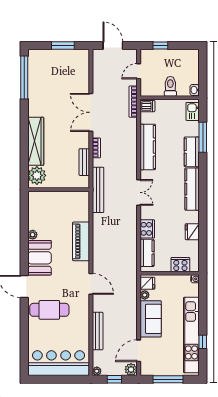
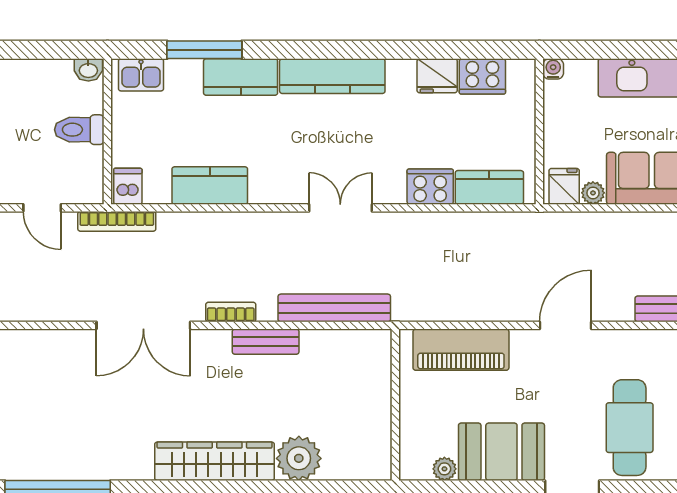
kitchen counter: (148, 147) -> (210, 186), width x0.67
wall: (59, 190) -> (395, 405), moved
cooker: (180, 265) -> (482, 76), moved, turned -90

